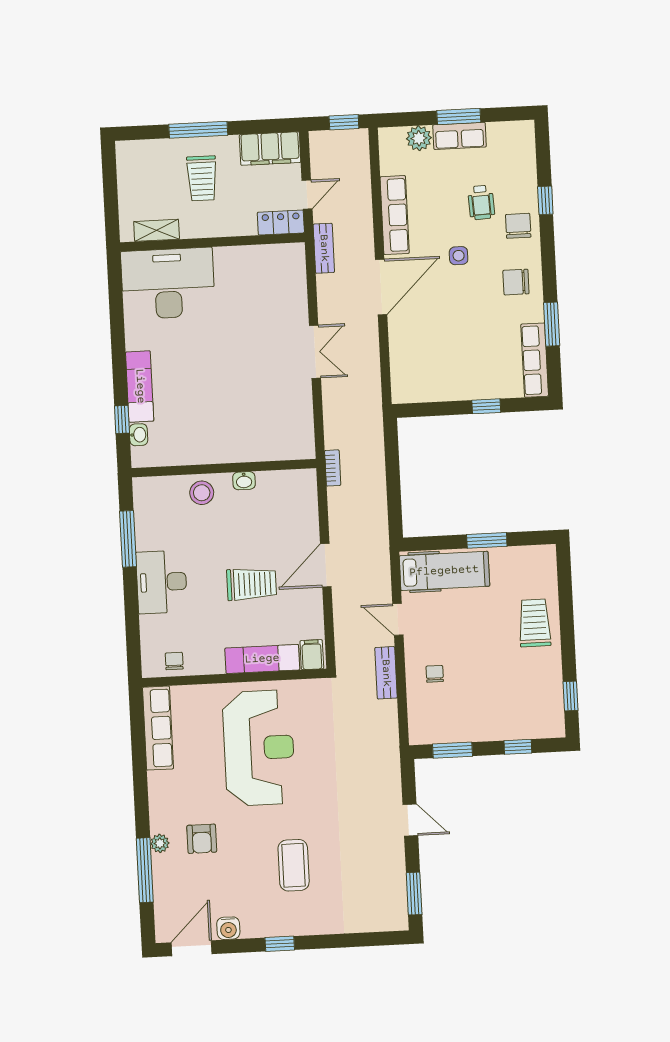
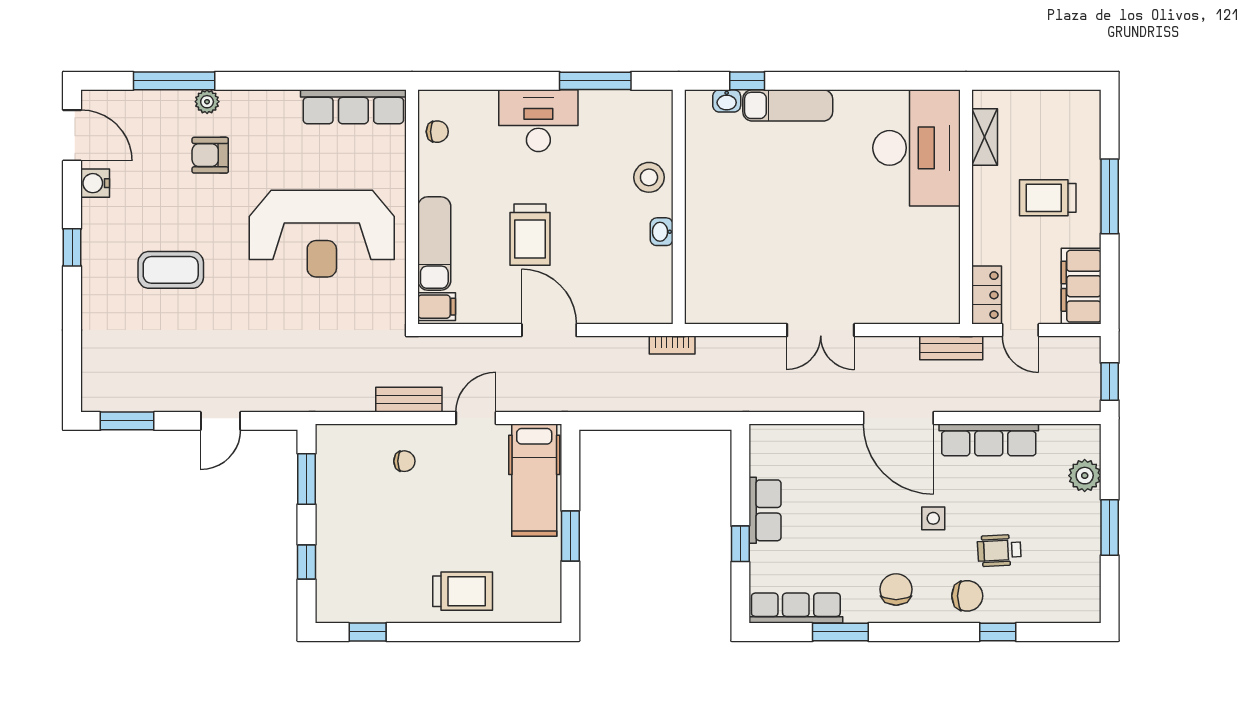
row of seats: (460, 136) -> (765, 510), moved, turned 180

